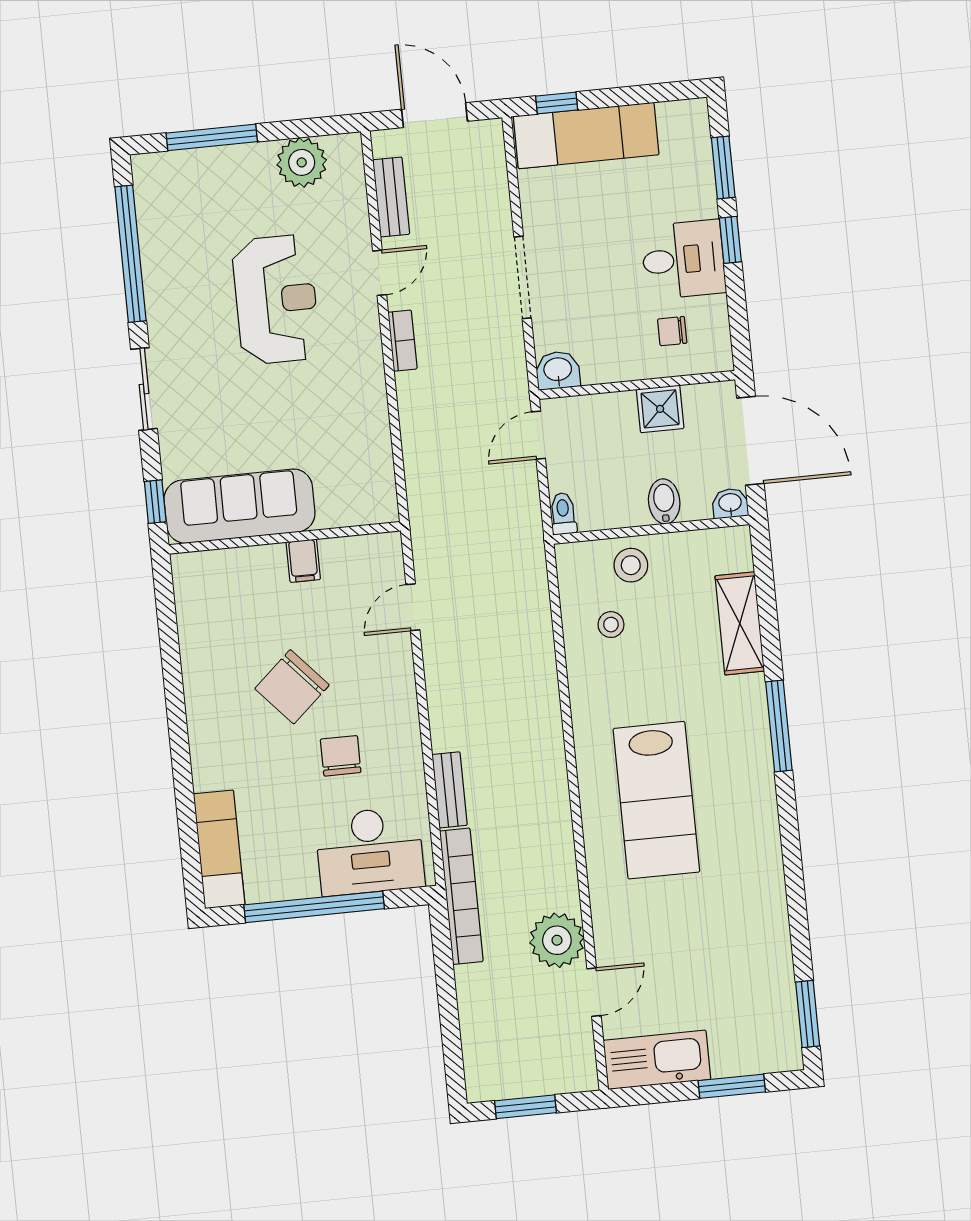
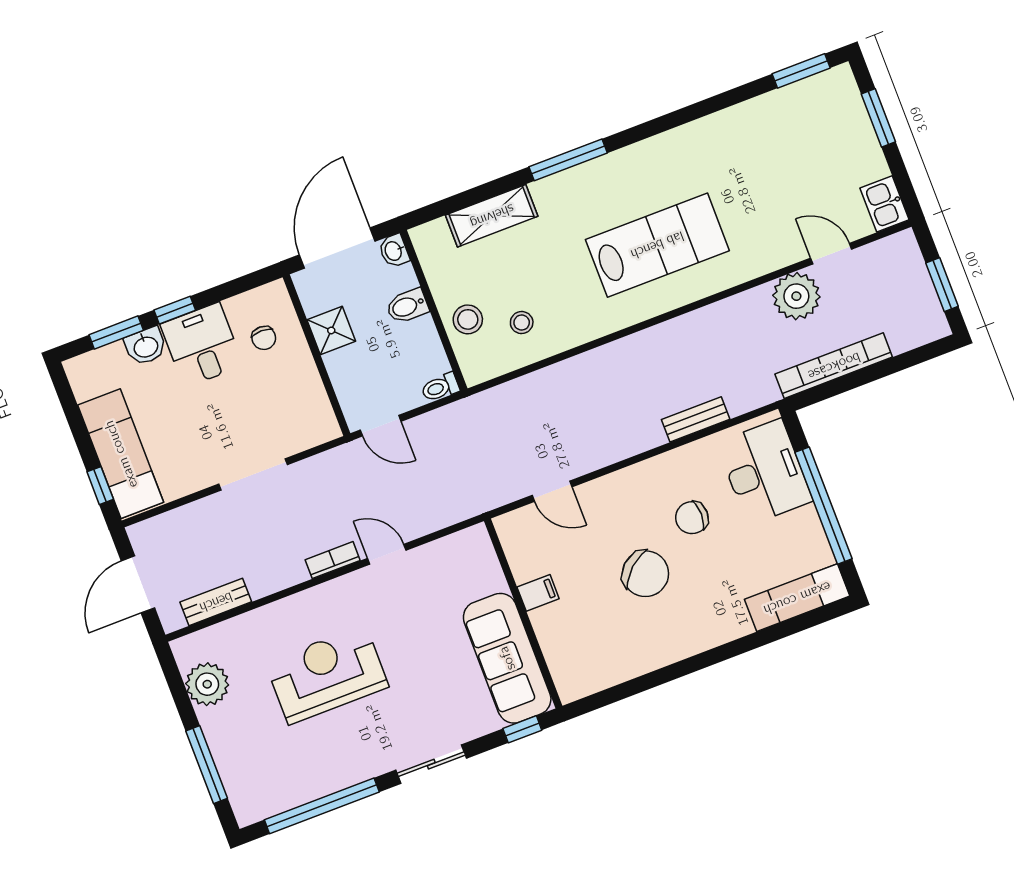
door: (380, 273) -> (387, 554), moved
washbasin: (558, 370) -> (146, 346), moved, turned -90
bookcase: (461, 896) -> (834, 366), moved
kitchen sink: (657, 1060) -> (885, 204), width x0.53, depth x0.81

